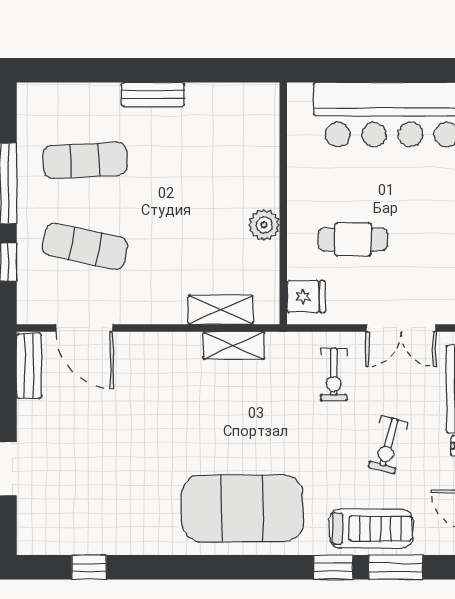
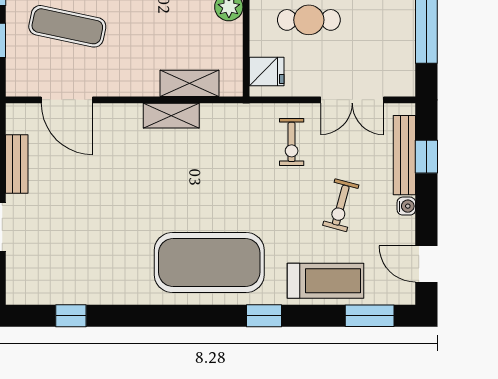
shelving: (234, 345) -> (171, 116), moved
bench: (29, 366) -> (17, 164), moved
window: (333, 567) -> (264, 316), moved
window: (396, 567) -> (370, 316), moved

